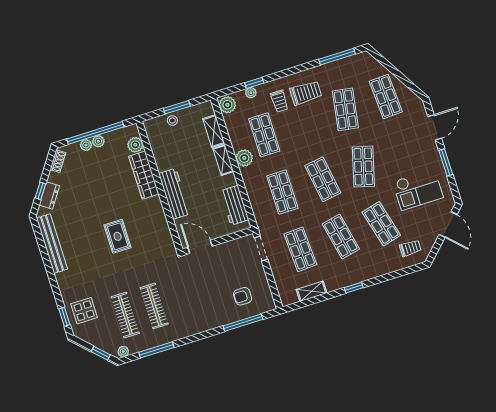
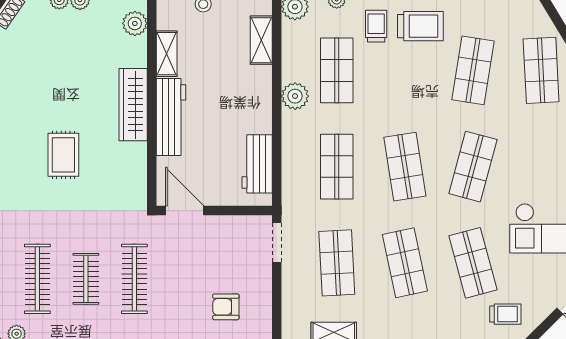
trolley: (279, 101) -> (376, 26), turned 180
shelving: (223, 160) -> (167, 54), moved
wardrobe: (144, 175) -> (133, 105), moved
clothes rail: (183, 297) -> (134, 279), added
clothes rail: (154, 306) -> (86, 279), width x0.73

